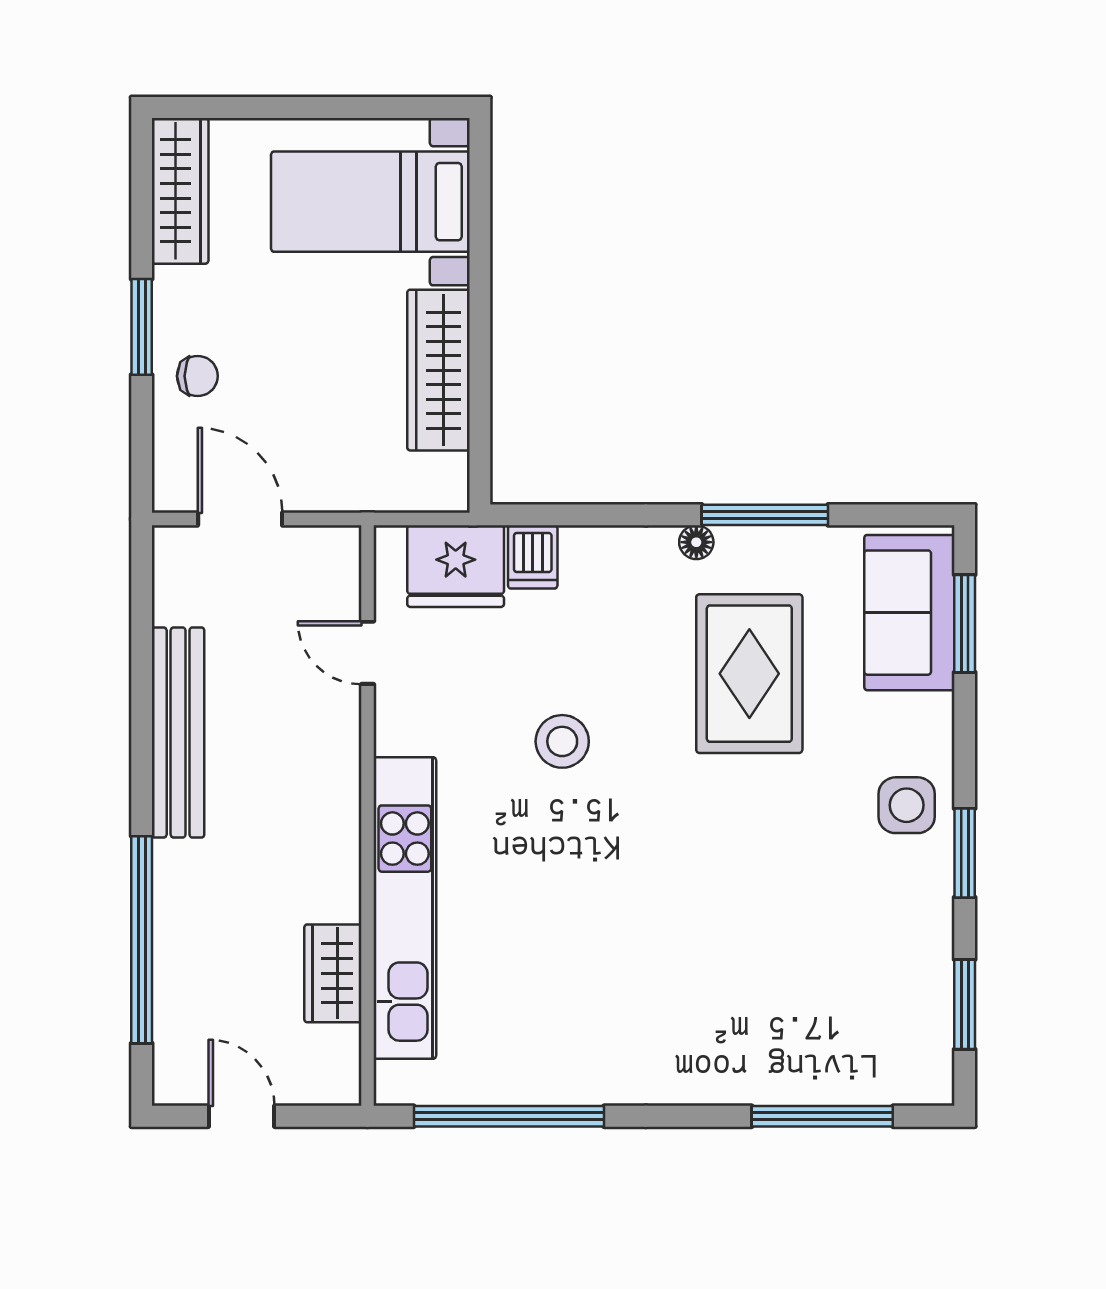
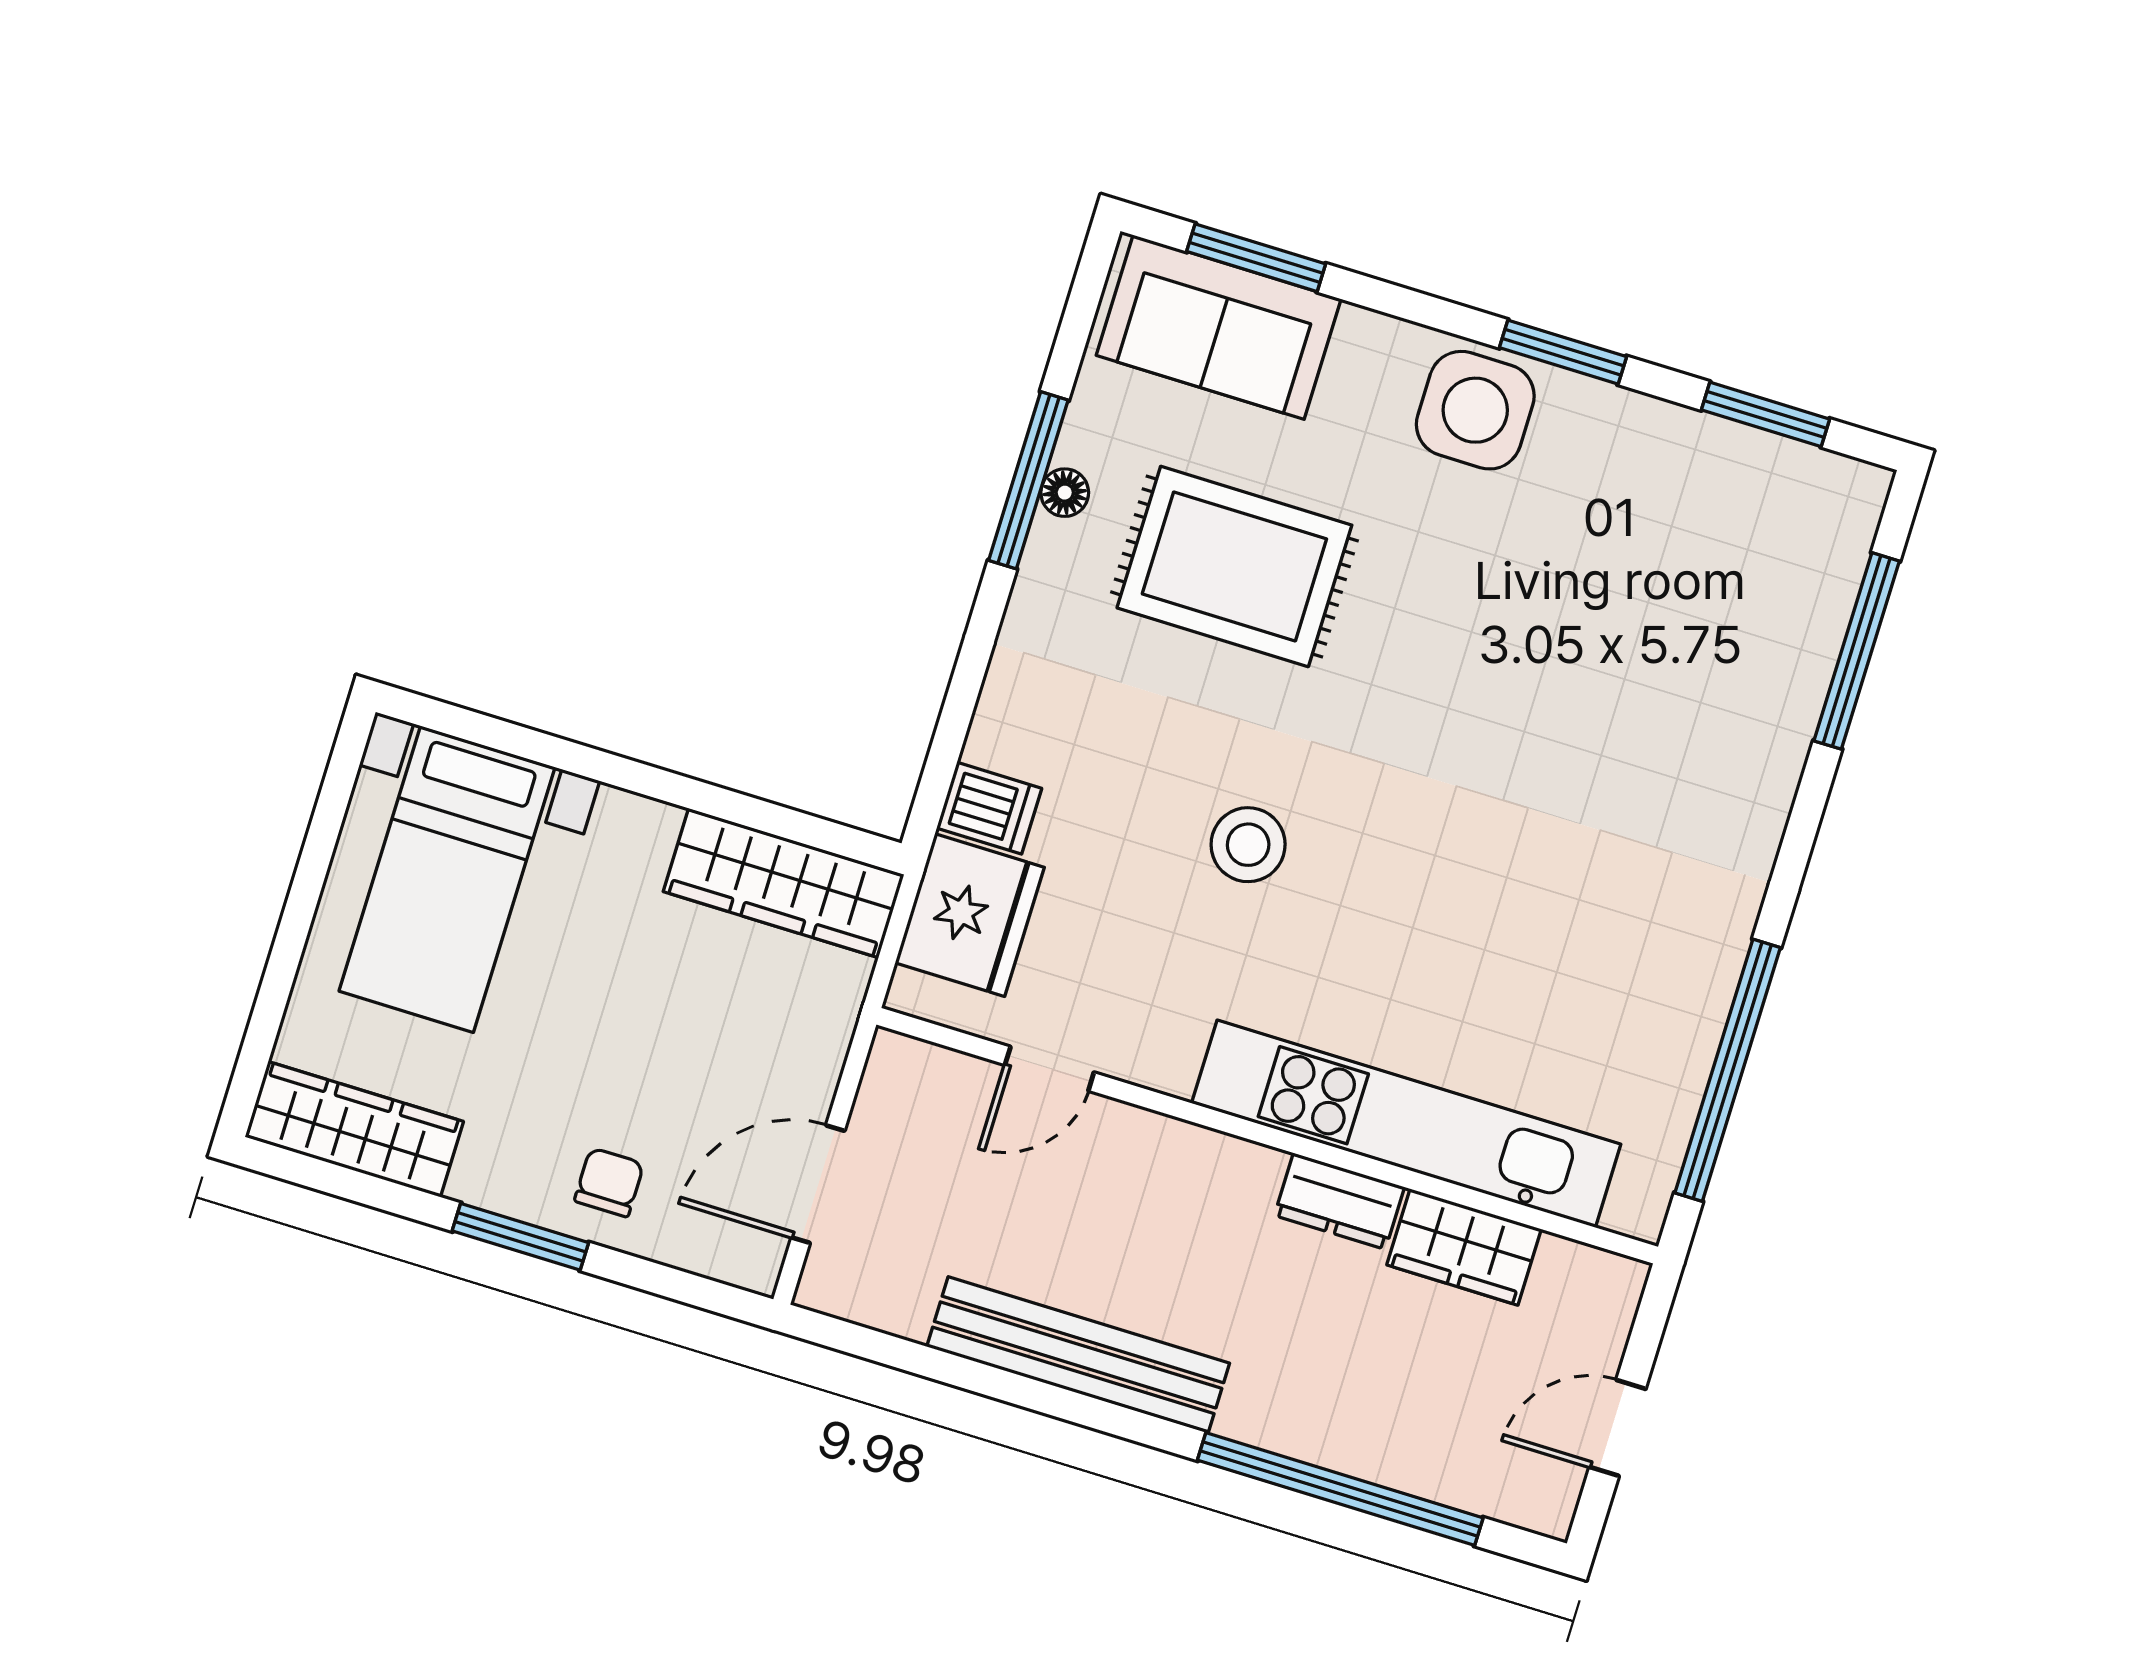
wardrobe: (438, 370) -> (784, 883), moved
floor lamp: (696, 542) -> (1065, 493), moved
side table: (907, 805) -> (1475, 410), width x1.37, depth x1.37
dresser: (338, 879) -> (1339, 1201), added

